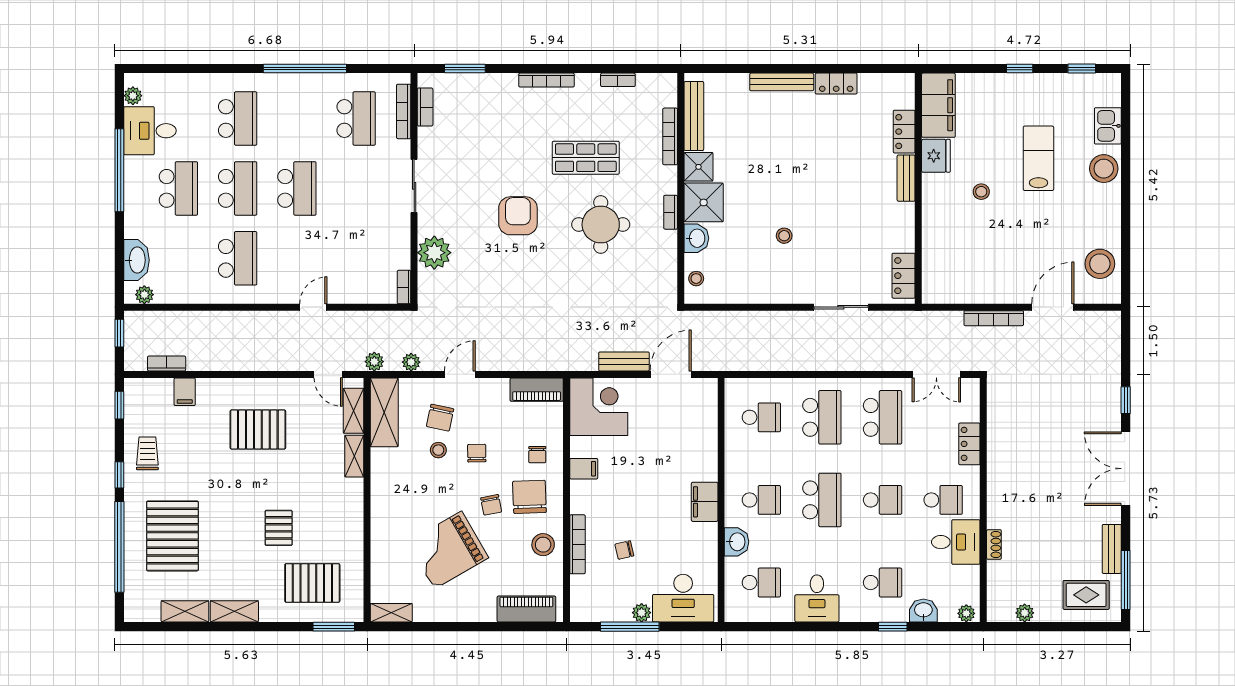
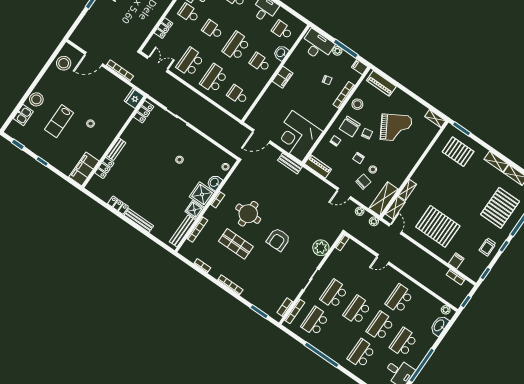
fridge: (936, 156) -> (134, 98), moved
school desk: (356, 188) -> (334, 294), added
bench: (624, 361) -> (290, 163), moved
corner desk: (599, 407) -> (297, 136), width x1.36, depth x1.36
pallet: (258, 430) -> (438, 226), width x1.37, depth x1.41
filing cabinet: (584, 469) -> (360, 67), moved
pallet: (279, 528) -> (456, 182), removed

